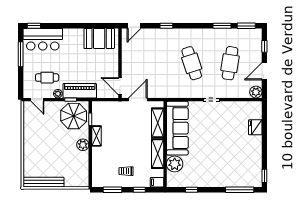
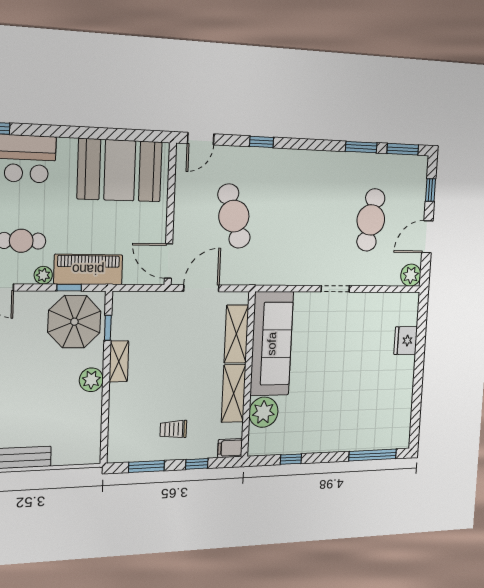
booth: (99, 38) -> (120, 170), width x1.36, depth x1.42
cafe table: (192, 63) -> (234, 216), moved
window: (264, 176) -> (415, 428), removed

